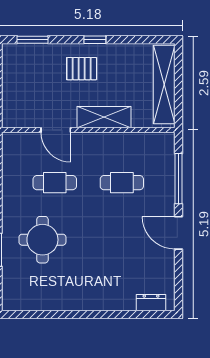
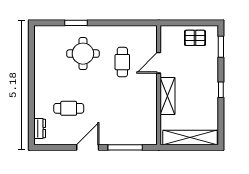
pallet: (82, 69) -> (195, 38), moved, turned 90
cafe table: (122, 183) -> (69, 108), moved, turned 90

